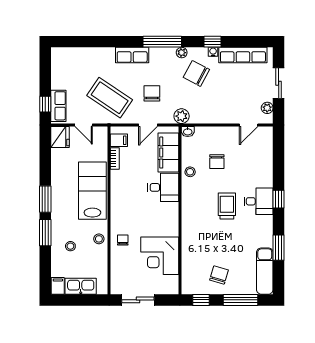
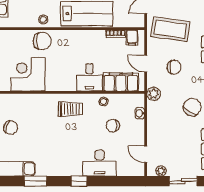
coffee table: (110, 98) -> (170, 29), turned 64
washbasin: (188, 132) -> (140, 113), moved
desk: (259, 201) -> (100, 163), moved, width x1.37
trolley: (227, 206) -> (70, 109), moved
chair: (123, 240) -> (42, 41), width x1.87, depth x1.87

